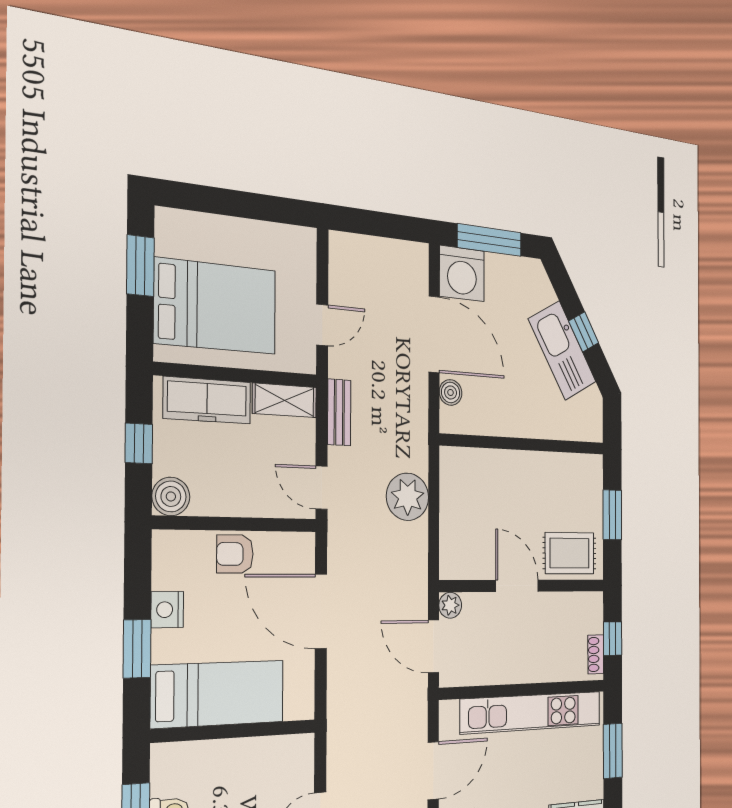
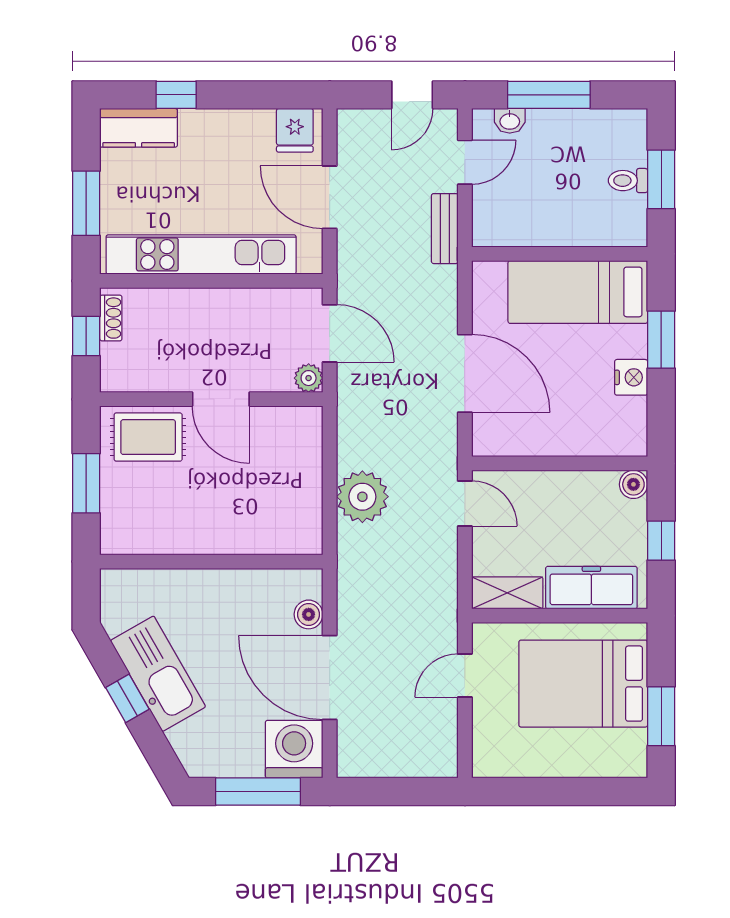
bench: (339, 412) -> (445, 229), moved
boiler: (171, 496) -> (633, 484), width x0.73, depth x0.73
armchair: (235, 554) -> (561, 433), removed
door: (433, 771) -> (330, 197), hinge flipped

